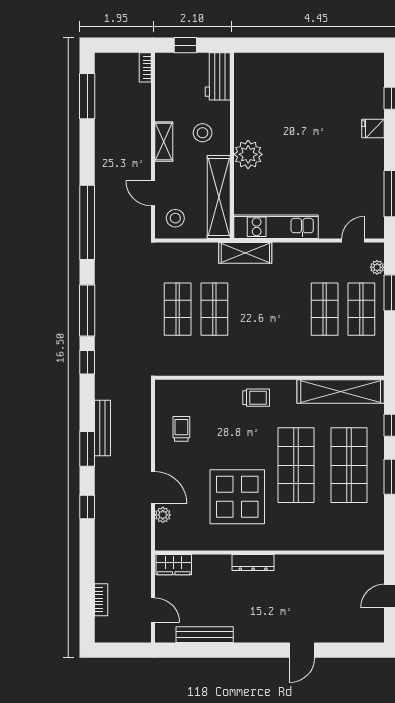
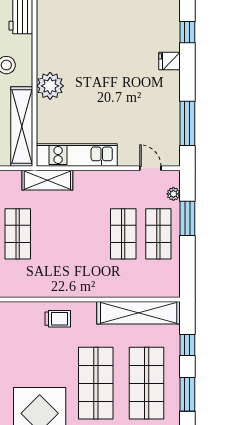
door: (353, 241) -> (150, 168), hinge flipped

